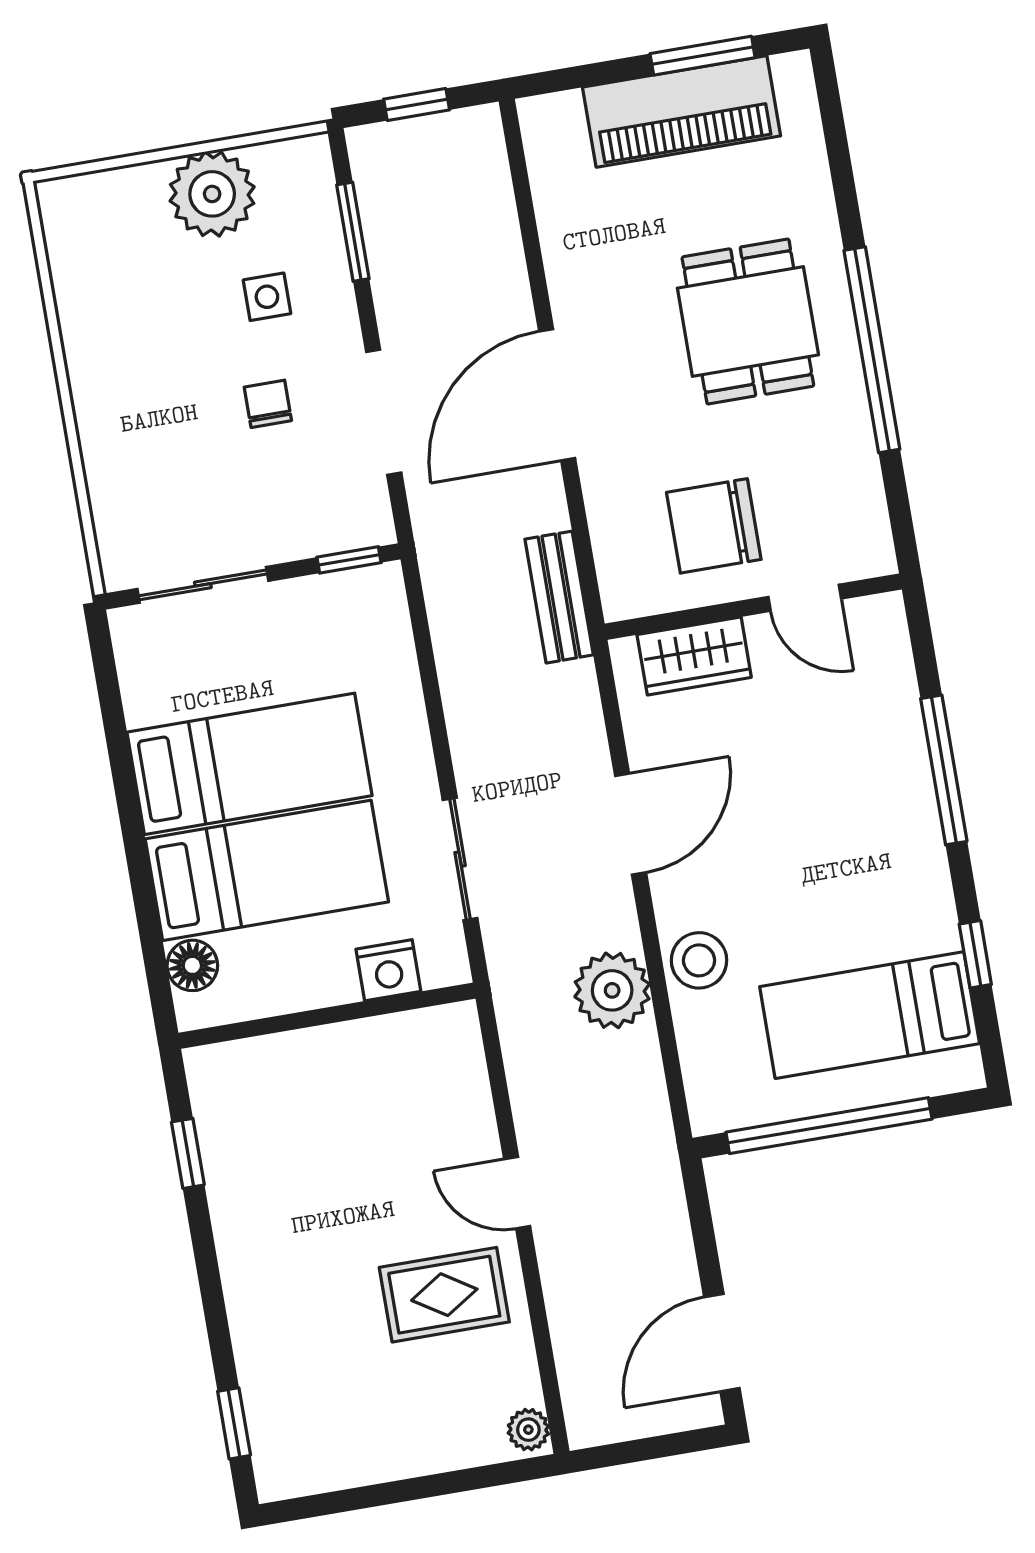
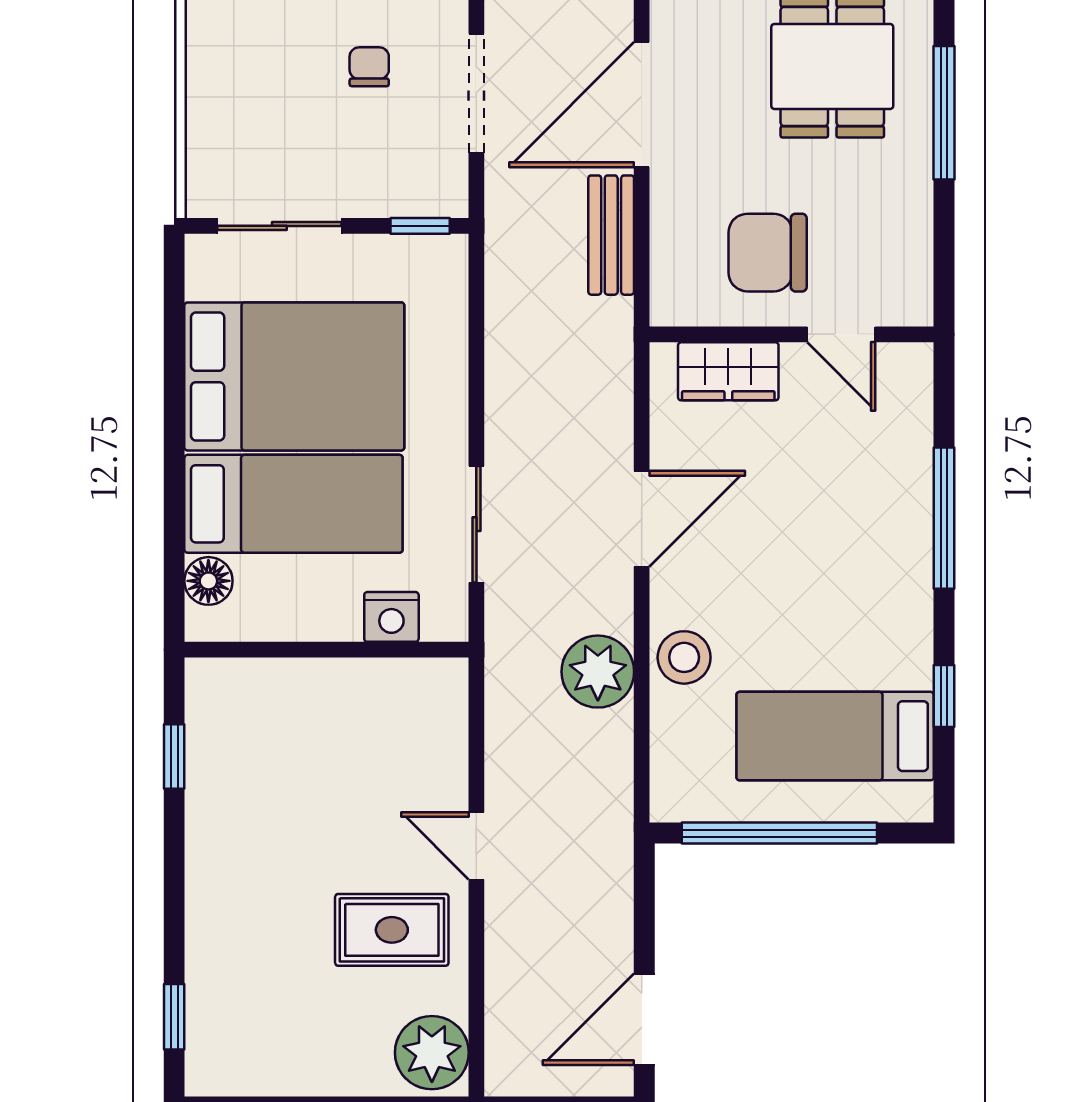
window: (872, 350) -> (944, 113), width x0.68
bench: (559, 597) -> (611, 235), moved
bed: (250, 764) -> (294, 376), width x1.50
plant: (528, 1430) -> (432, 1053), width x1.88, depth x1.88

